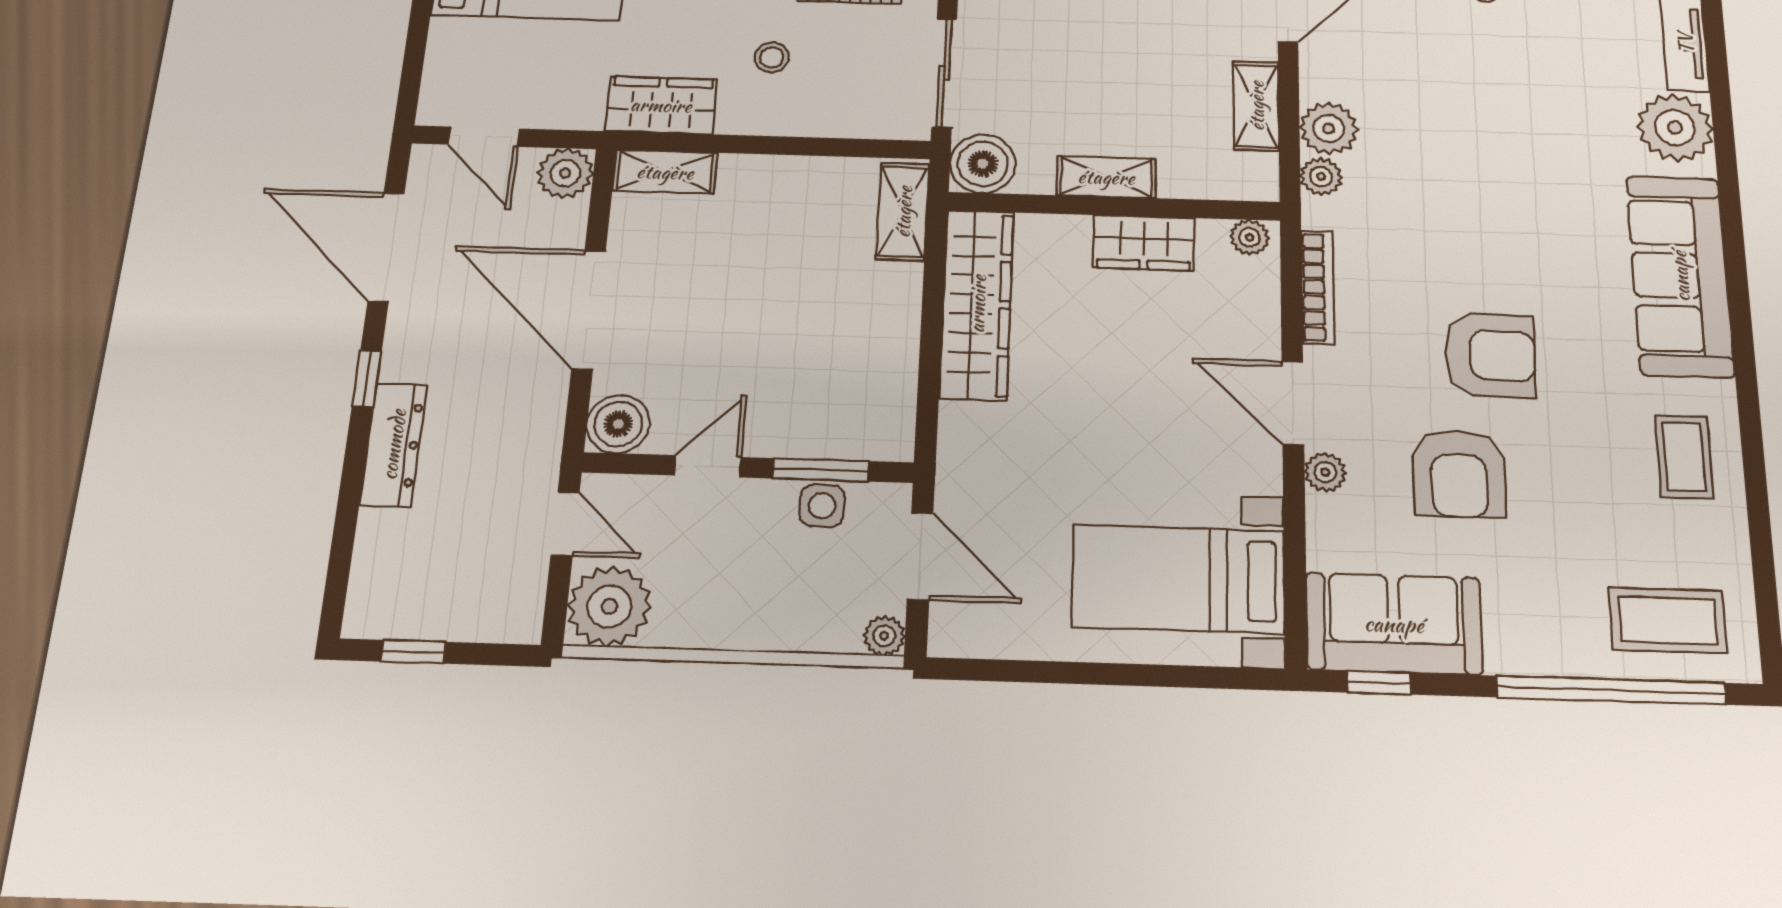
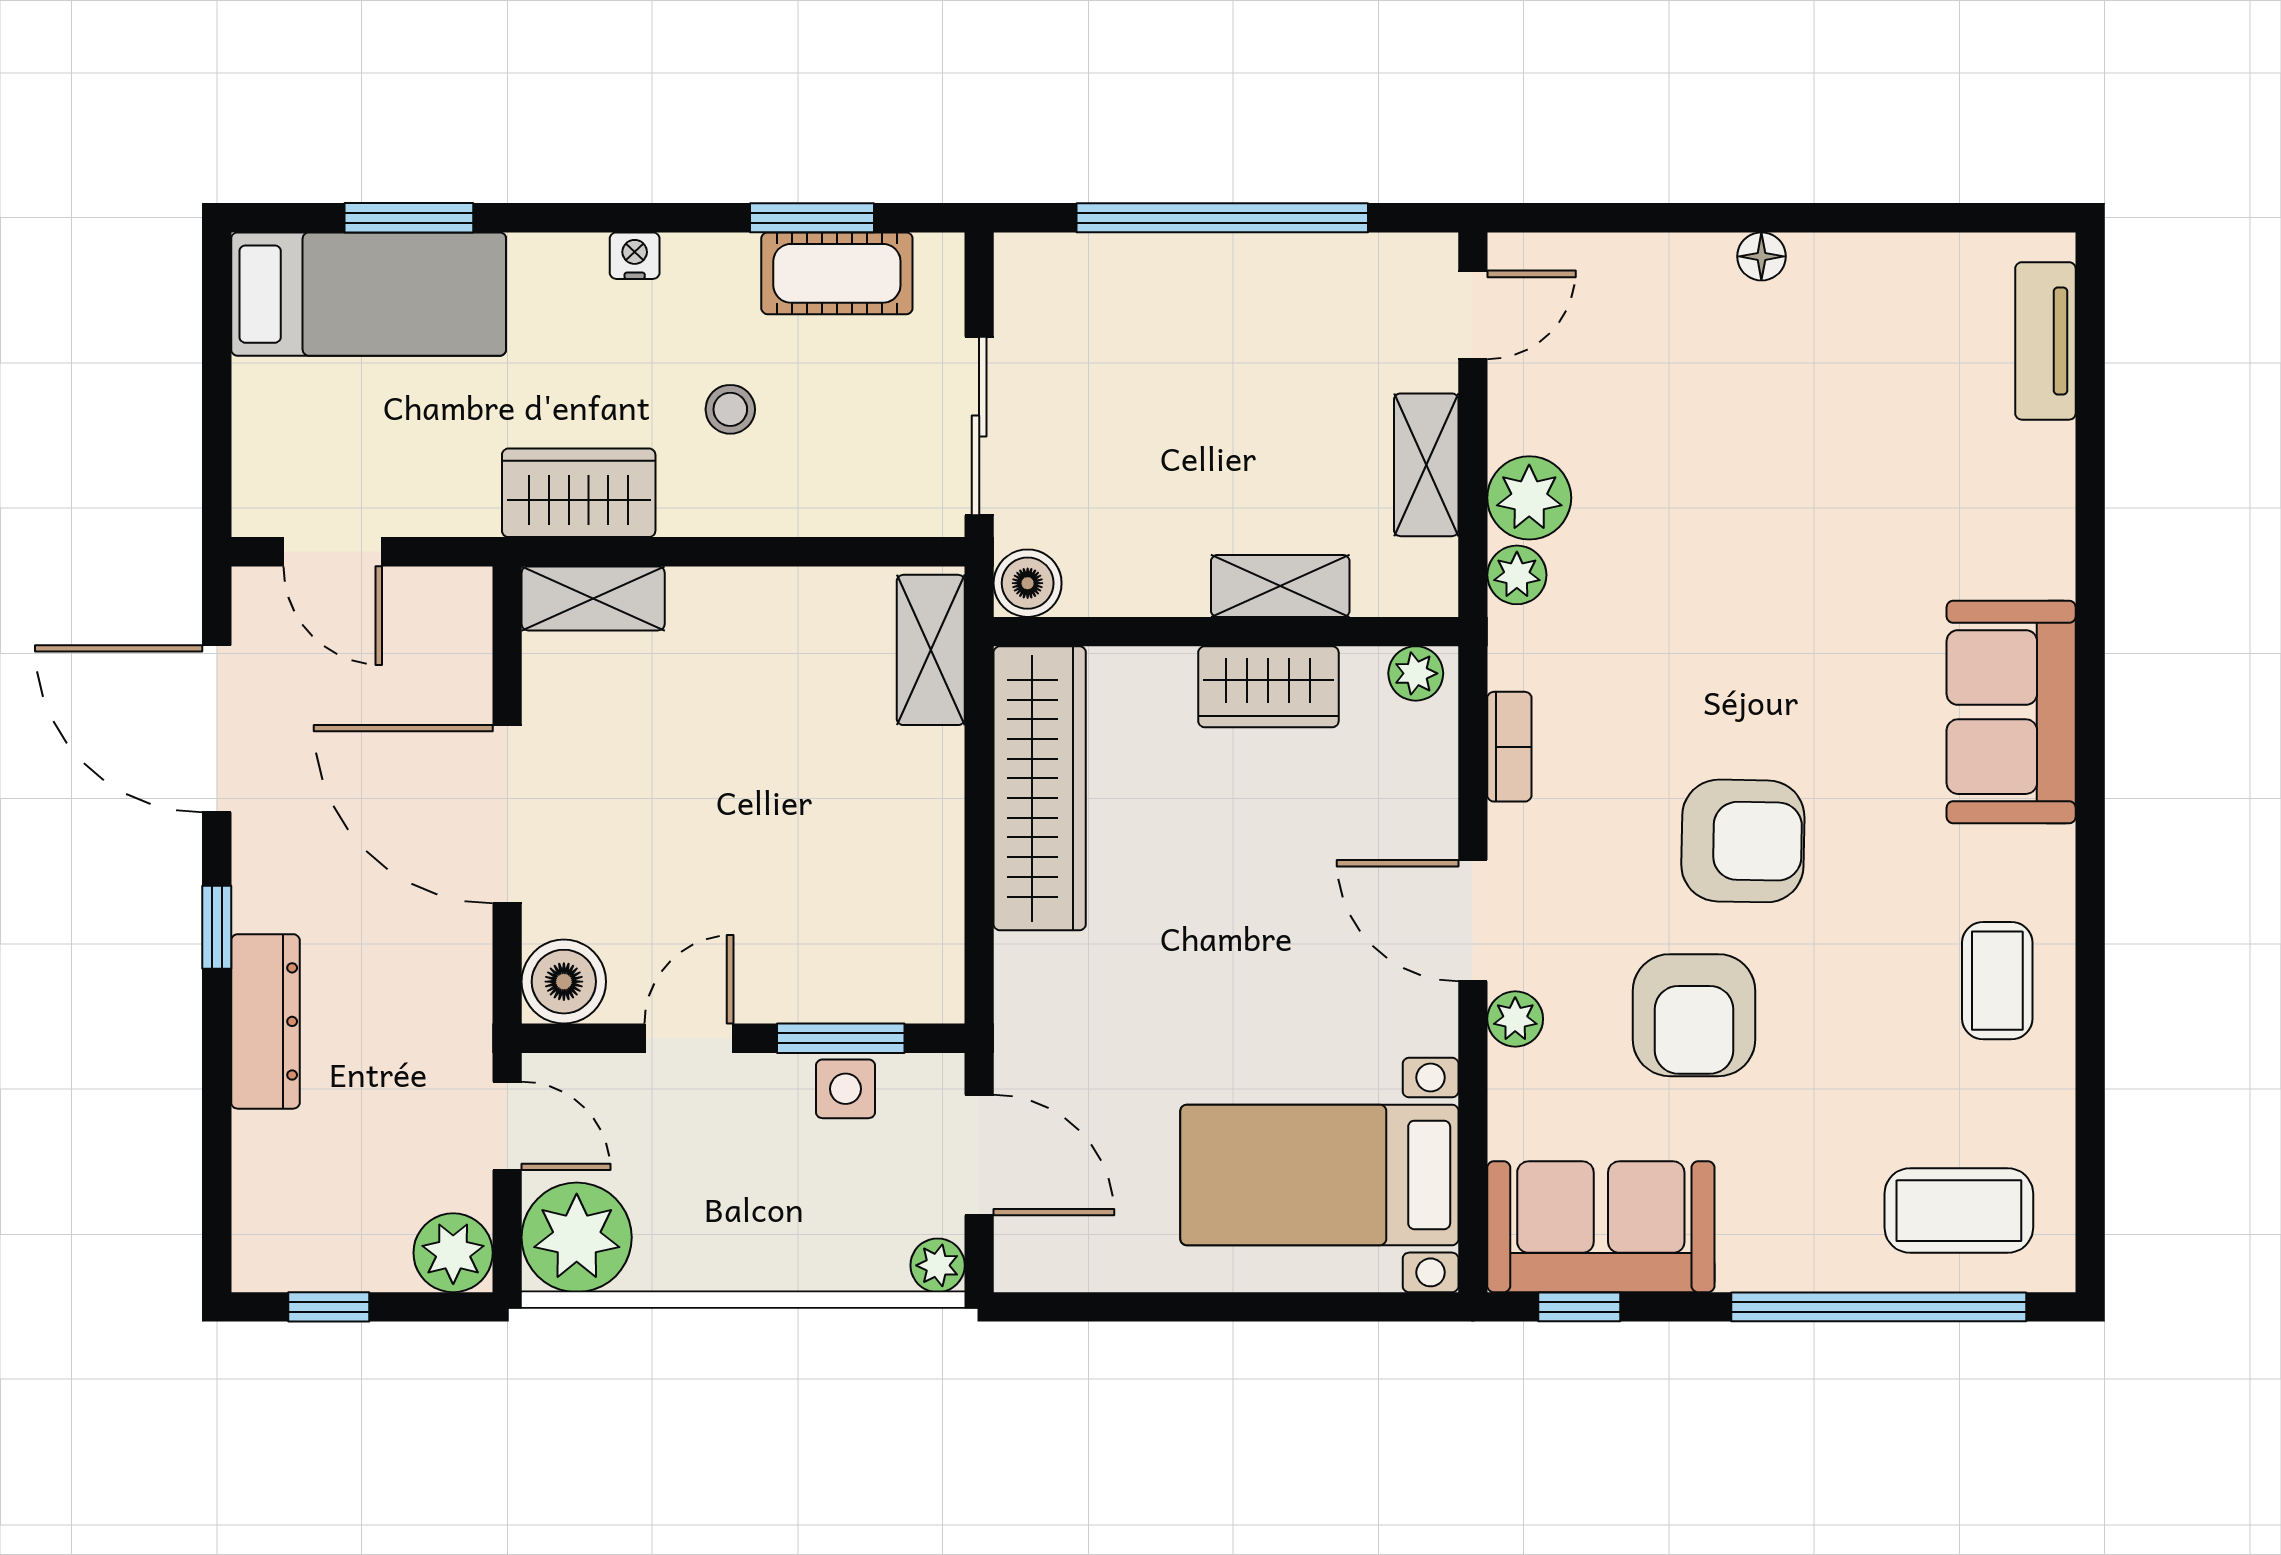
plant: (1675, 128) -> (2022, 480), removed
boiler: (983, 164) -> (1028, 583), width x0.73, depth x0.73
plant: (565, 173) -> (453, 1253), moved
shelving: (1106, 177) -> (1280, 586), moved
sofa: (1680, 276) -> (2011, 712), width x0.73
bookcase: (1318, 287) -> (1509, 747), width x0.64

